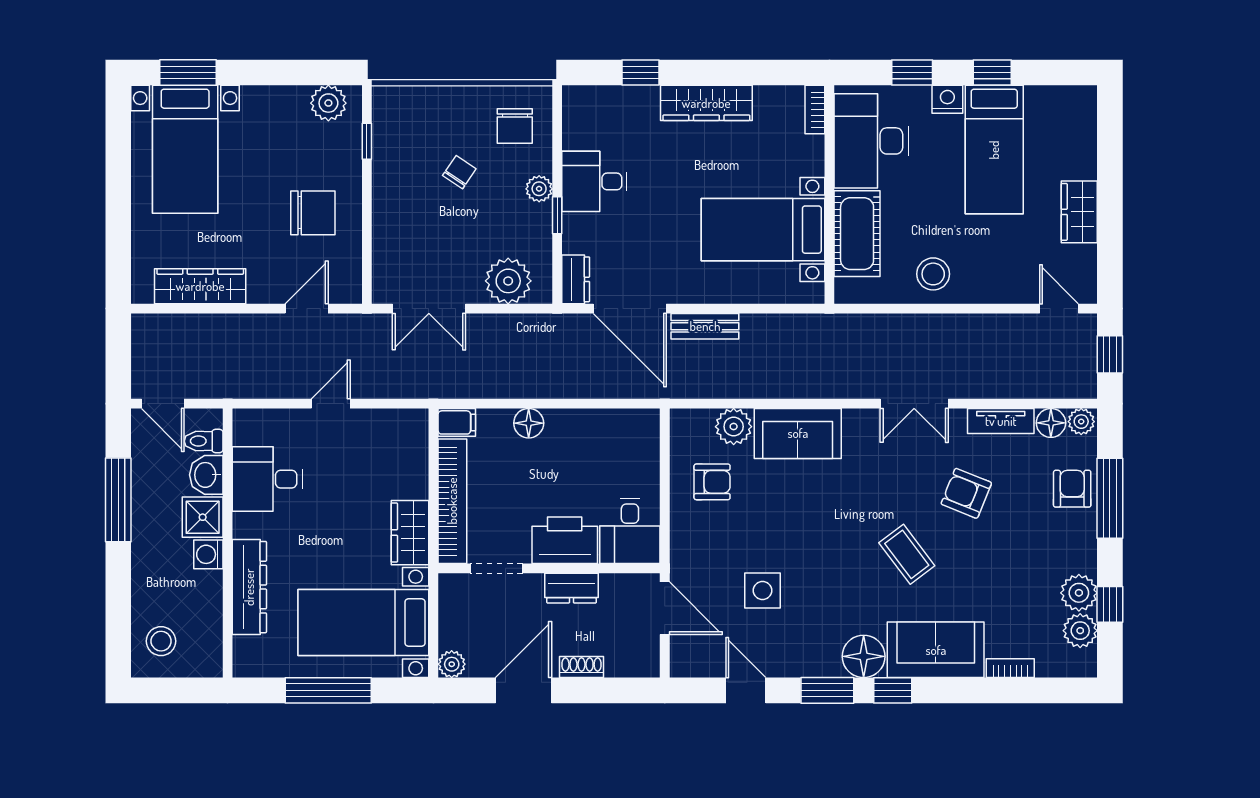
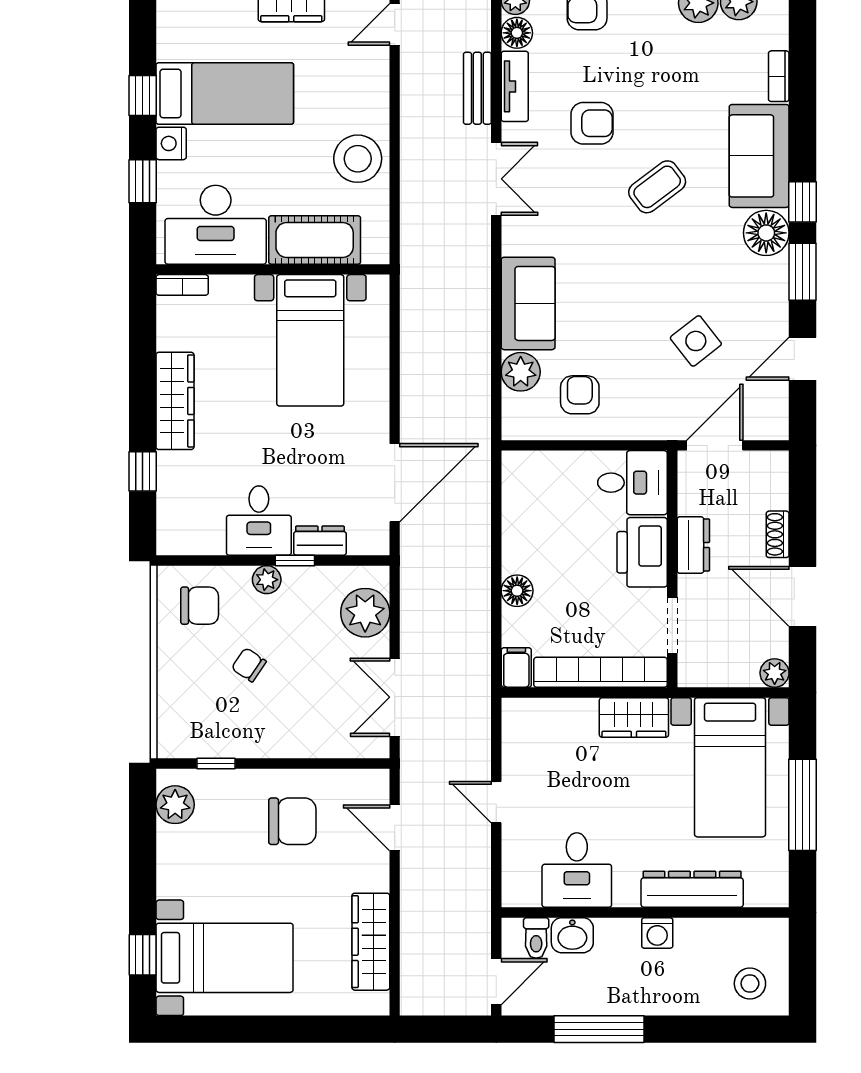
window: (188, 73) -> (143, 955), width x0.67
chair: (313, 213) -> (292, 821), turned 90
stool: (933, 274) -> (358, 159), width x1.38, depth x1.38
dresser: (576, 279) -> (320, 541), moved
double door: (429, 309) -> (395, 697), swing flipped
bench: (705, 326) -> (477, 88), moved
armchair: (966, 493) -> (592, 123), turned -112
shower: (203, 517) -> (618, 939), removed
side table: (763, 591) -> (696, 341), turned -38

